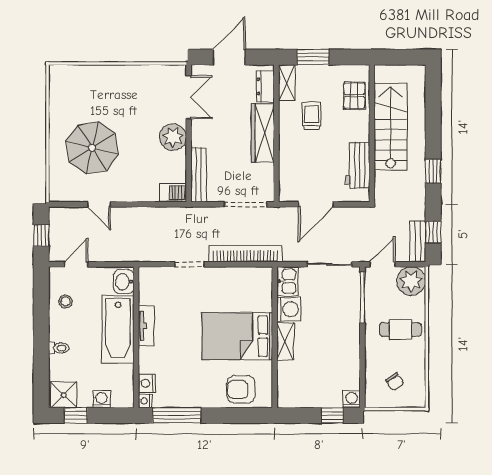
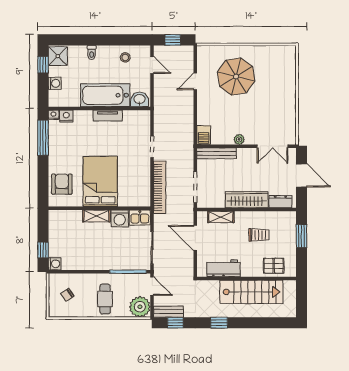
shelving: (287, 83) -> (221, 217), moved
plant: (173, 137) -> (239, 139), width x0.53, depth x0.53

